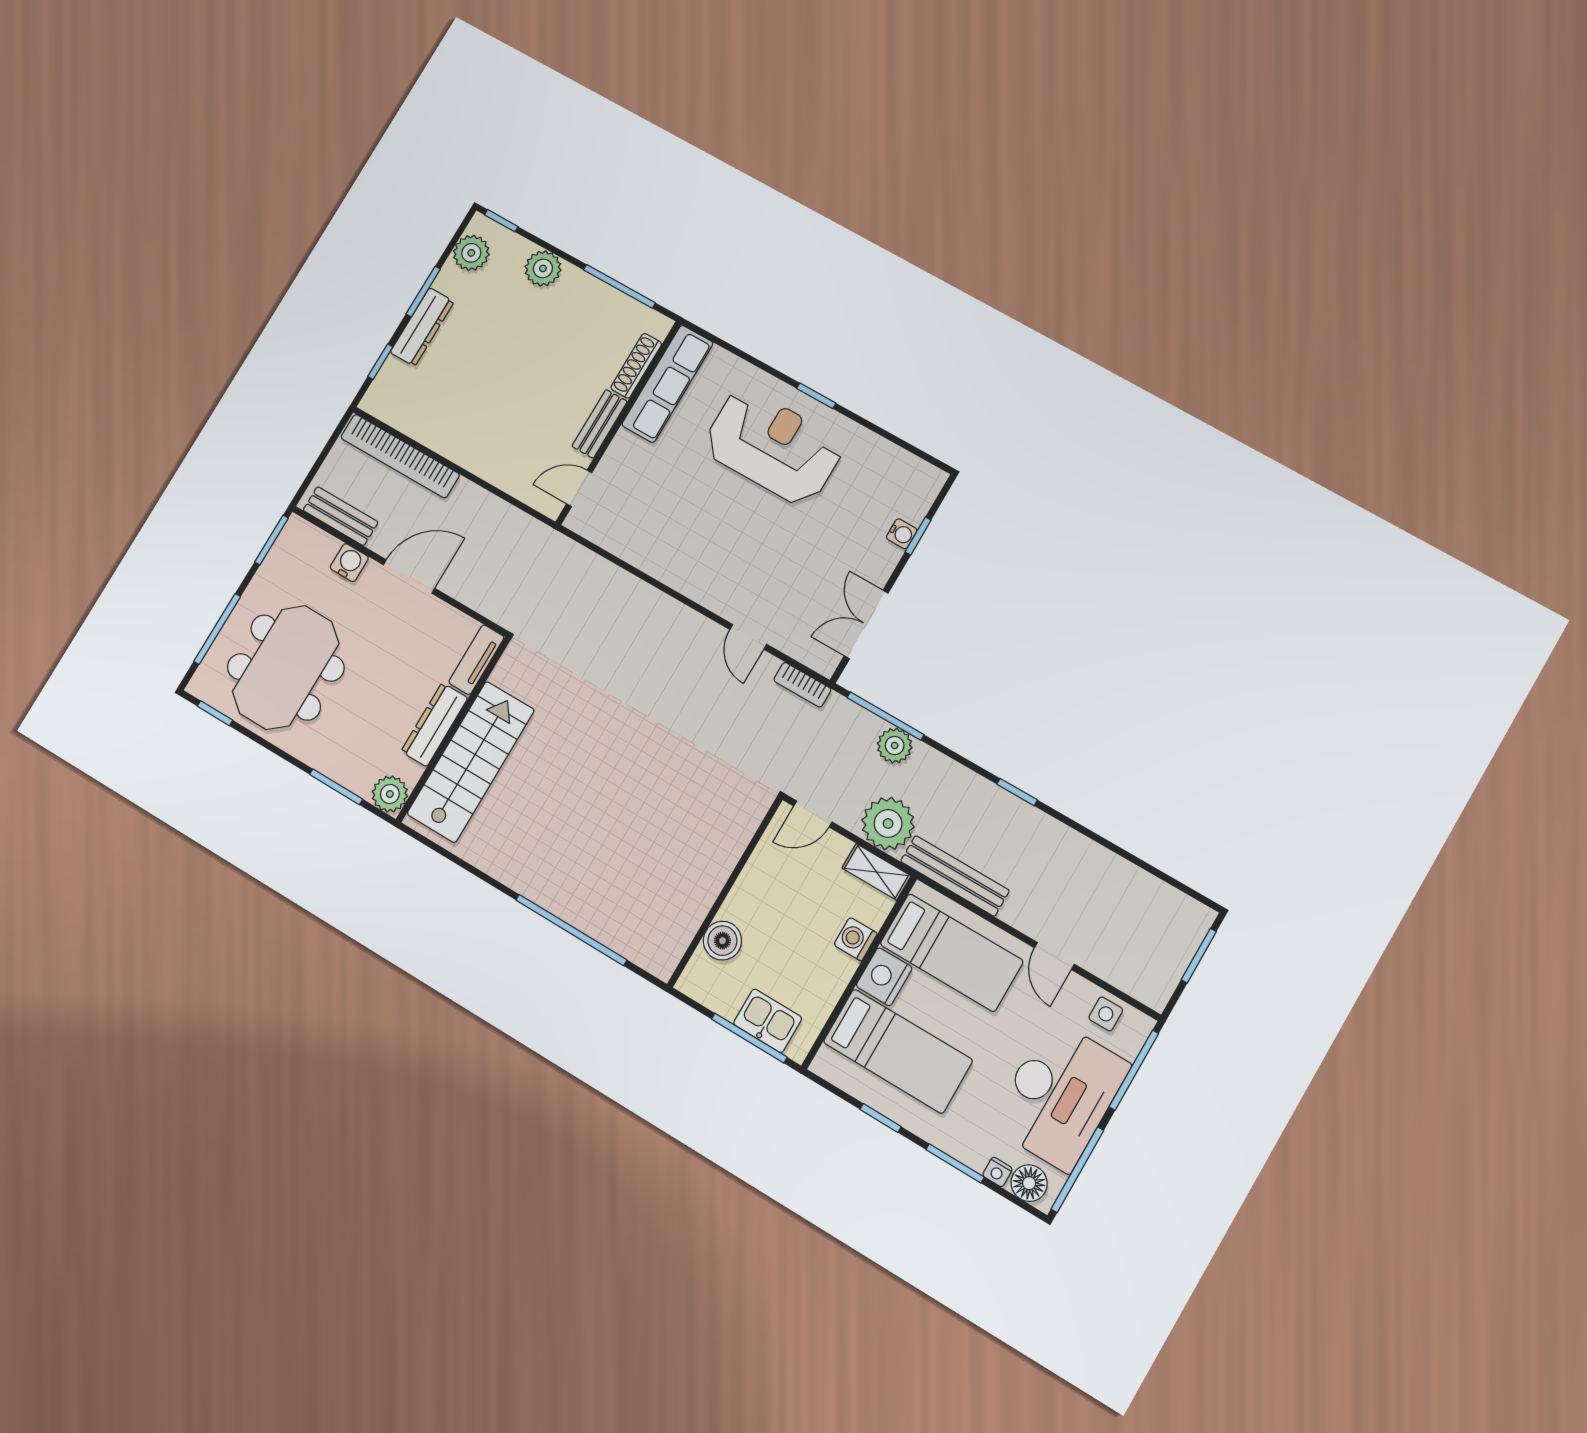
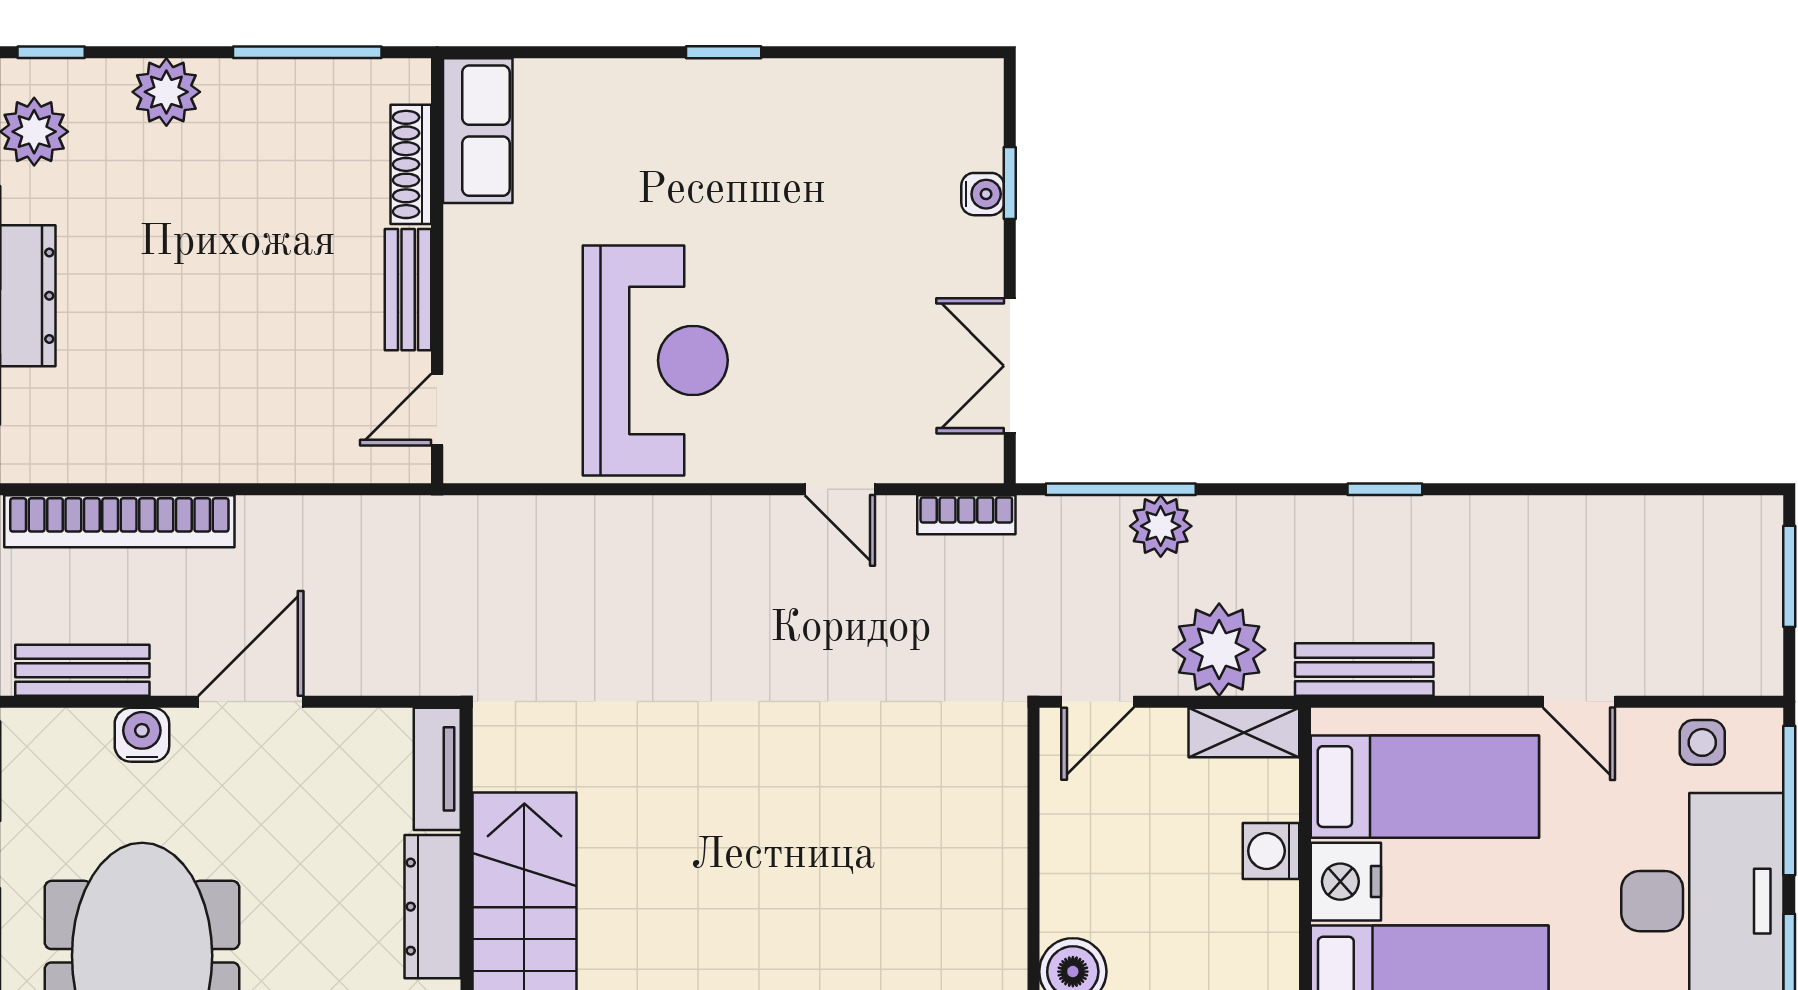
row of seats: (667, 384) -> (478, 131), width x0.68
reception desk: (773, 446) -> (655, 360), moved, turned 90
bench: (955, 876) -> (1364, 669), width x0.73

